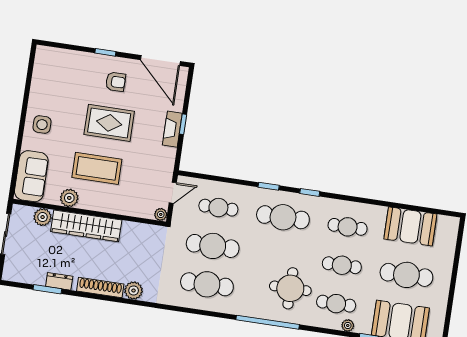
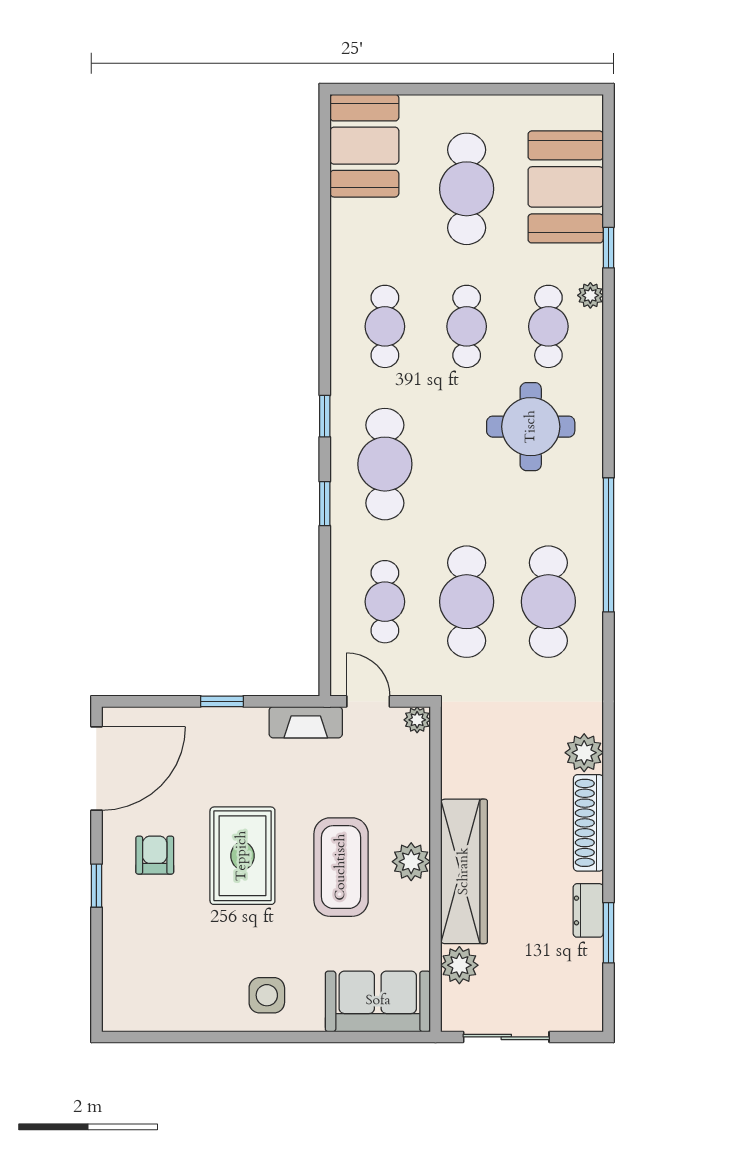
fireplace: (172, 129) -> (306, 722), moved
plant: (69, 198) -> (411, 862), moved
booth: (410, 226) -> (364, 146), moved
window: (268, 322) -> (608, 545), moved

